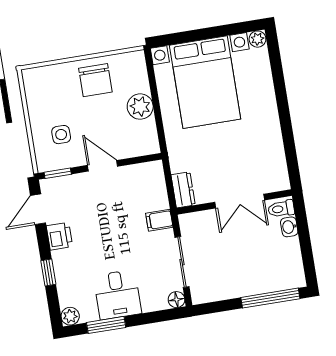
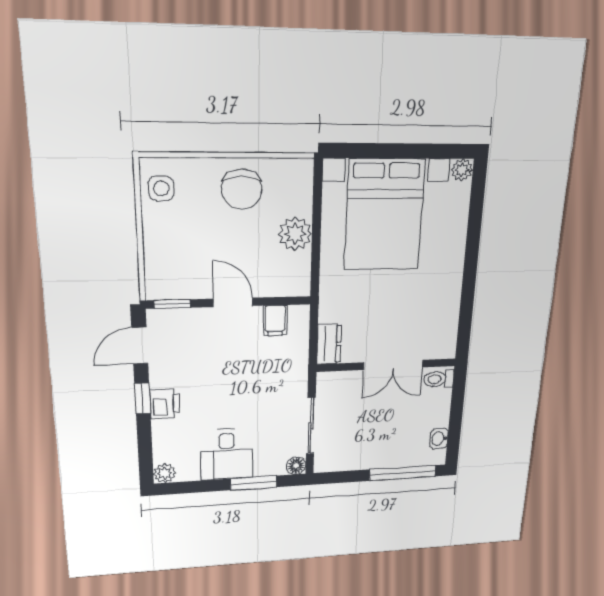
side table: (61, 135) -> (161, 188), moved
filing cabinet: (159, 220) -> (275, 320), moved, turned -90
washbasin: (289, 227) -> (439, 439), moved
printer: (59, 236) -> (165, 404), moved
window: (48, 273) -> (142, 399), moved
window: (106, 325) -> (254, 483), moved

